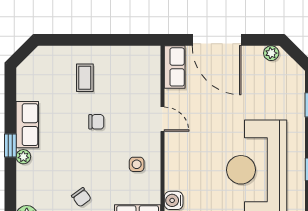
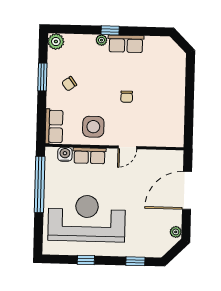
row of seats: (175, 67) -> (89, 156), moved
coffee table: (85, 78) -> (161, 89), removed
side table: (137, 164) -> (93, 127), width x1.87, depth x1.87

